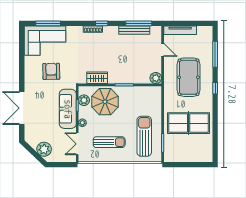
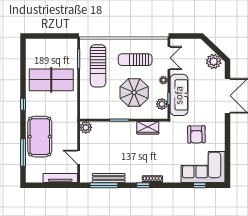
window: (48, 23) -> (200, 185), width x0.46
pool table: (189, 77) -> (40, 137), moved
window: (215, 88) -> (23, 104), moved
parasol: (105, 102) -> (134, 93), moved
plant: (44, 149) -> (214, 61), moved

